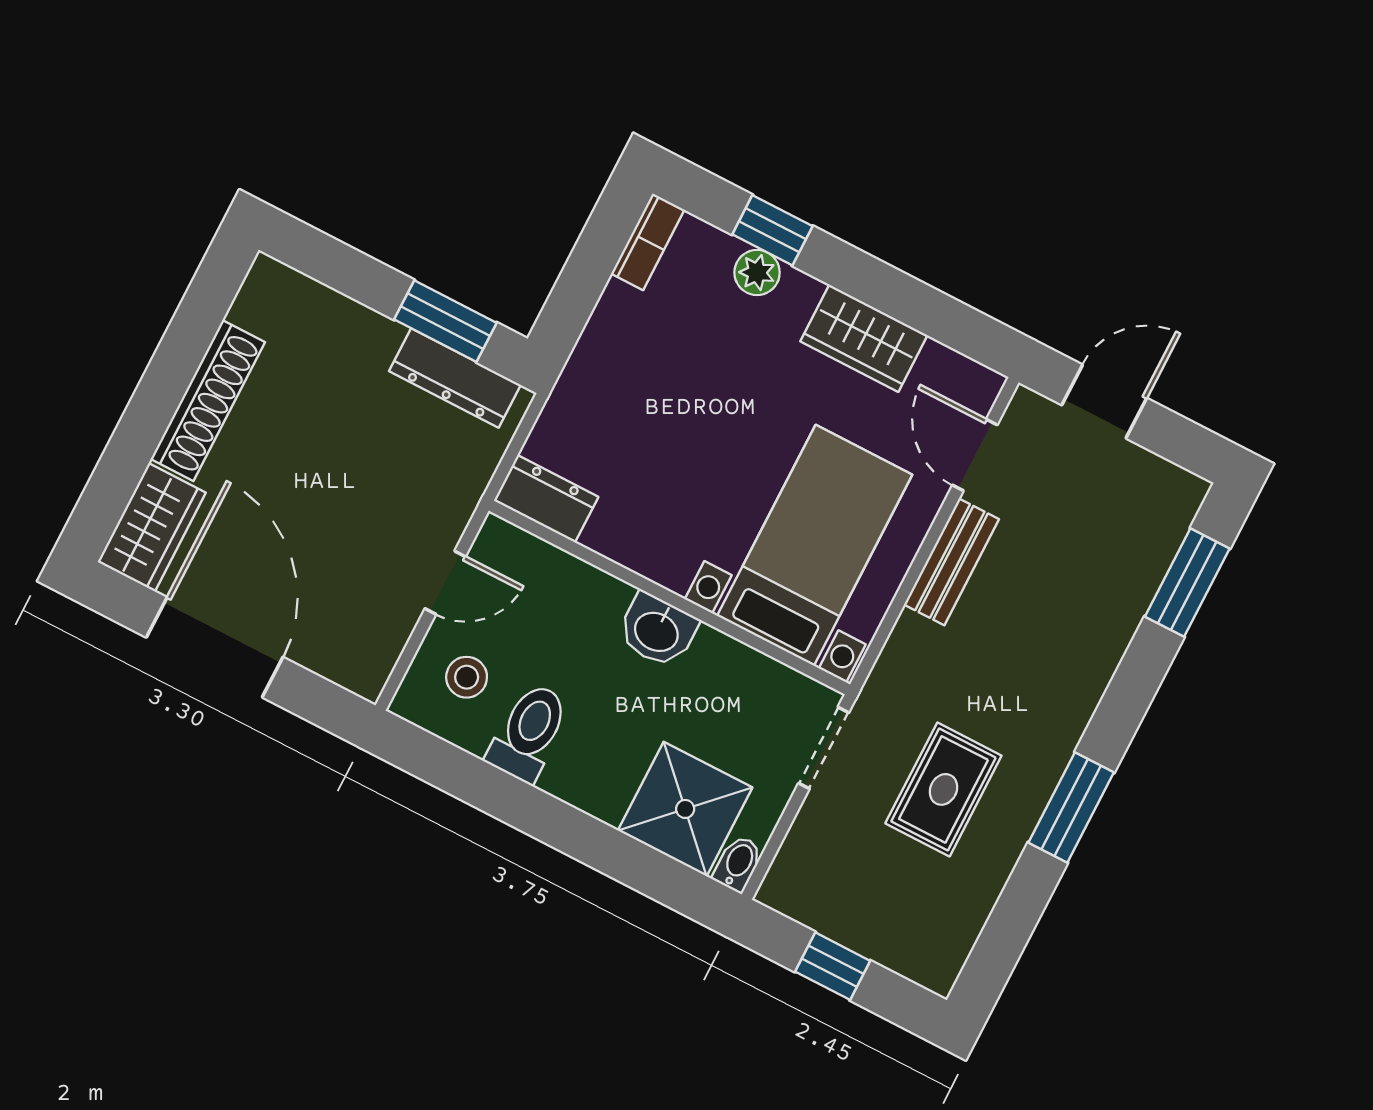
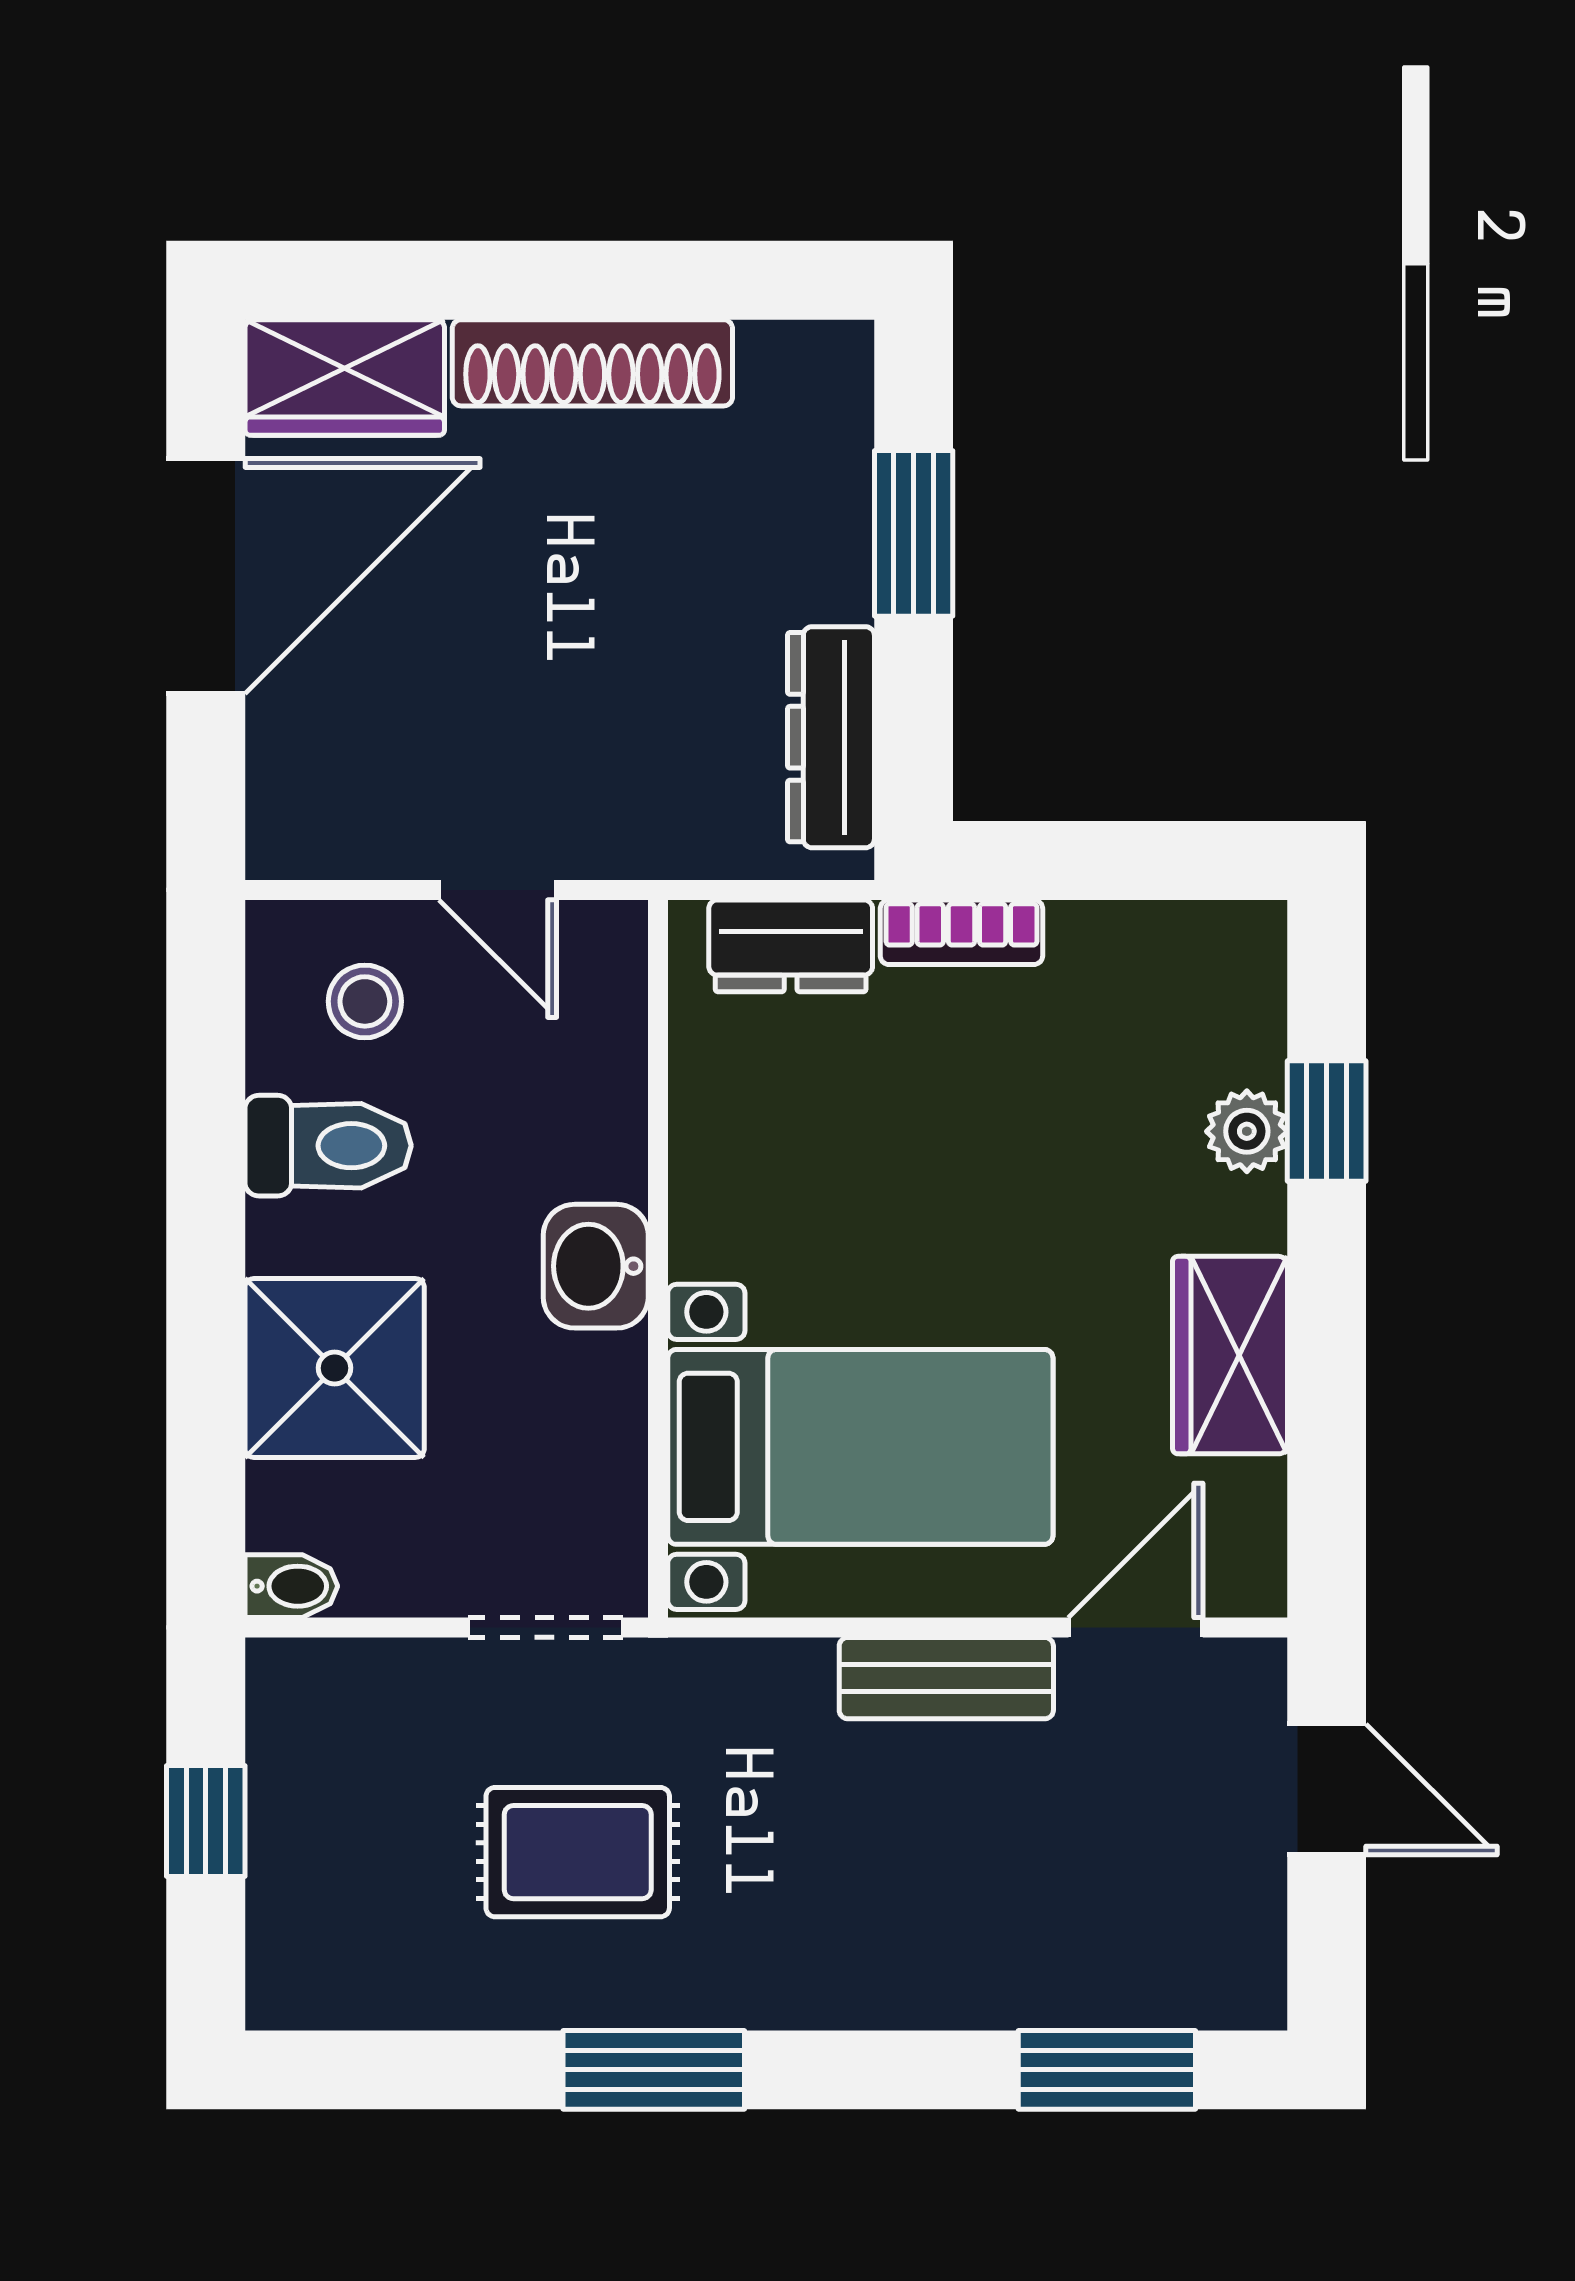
bookcase: (648, 242) -> (961, 932), moved
window: (445, 321) -> (914, 533), moved
dresser: (546, 499) -> (791, 946), moved, turned 90
shower: (685, 809) -> (335, 1368), moved

